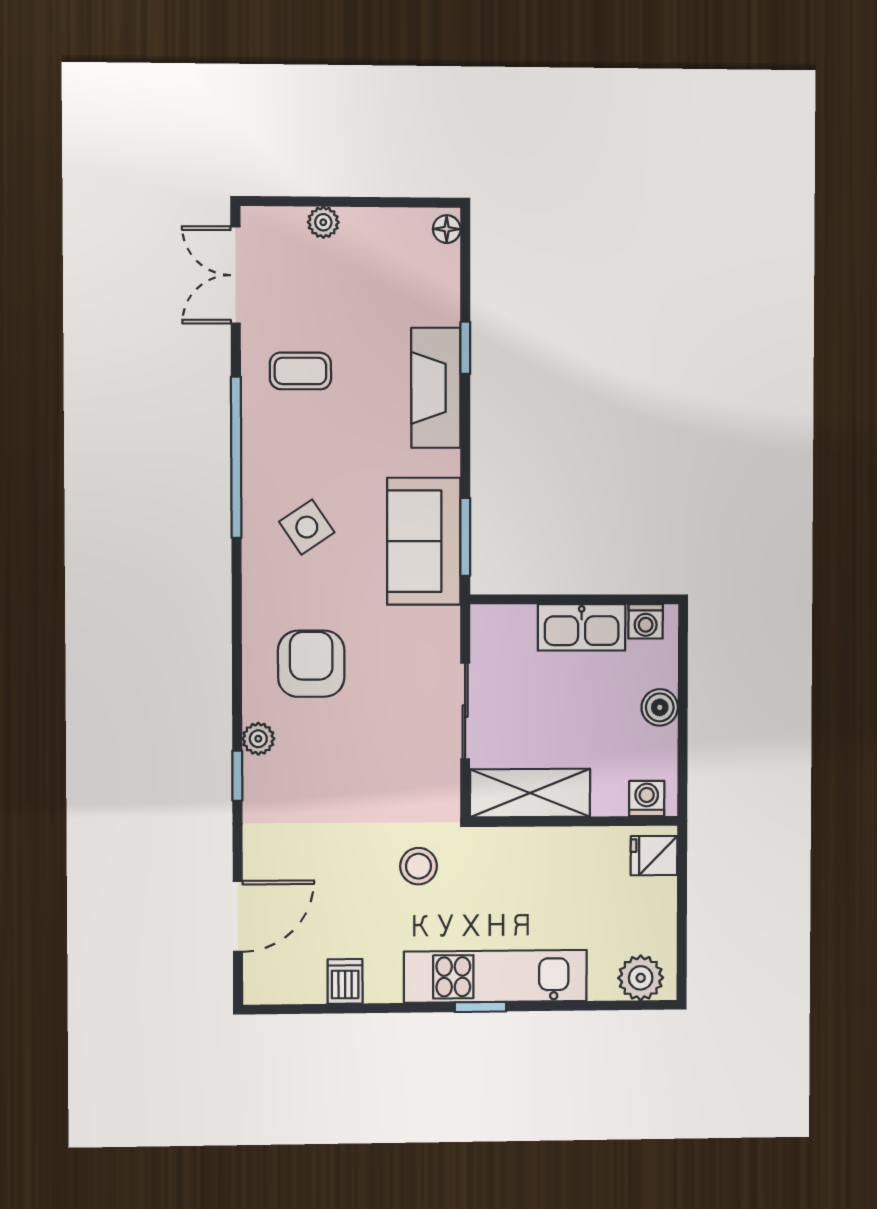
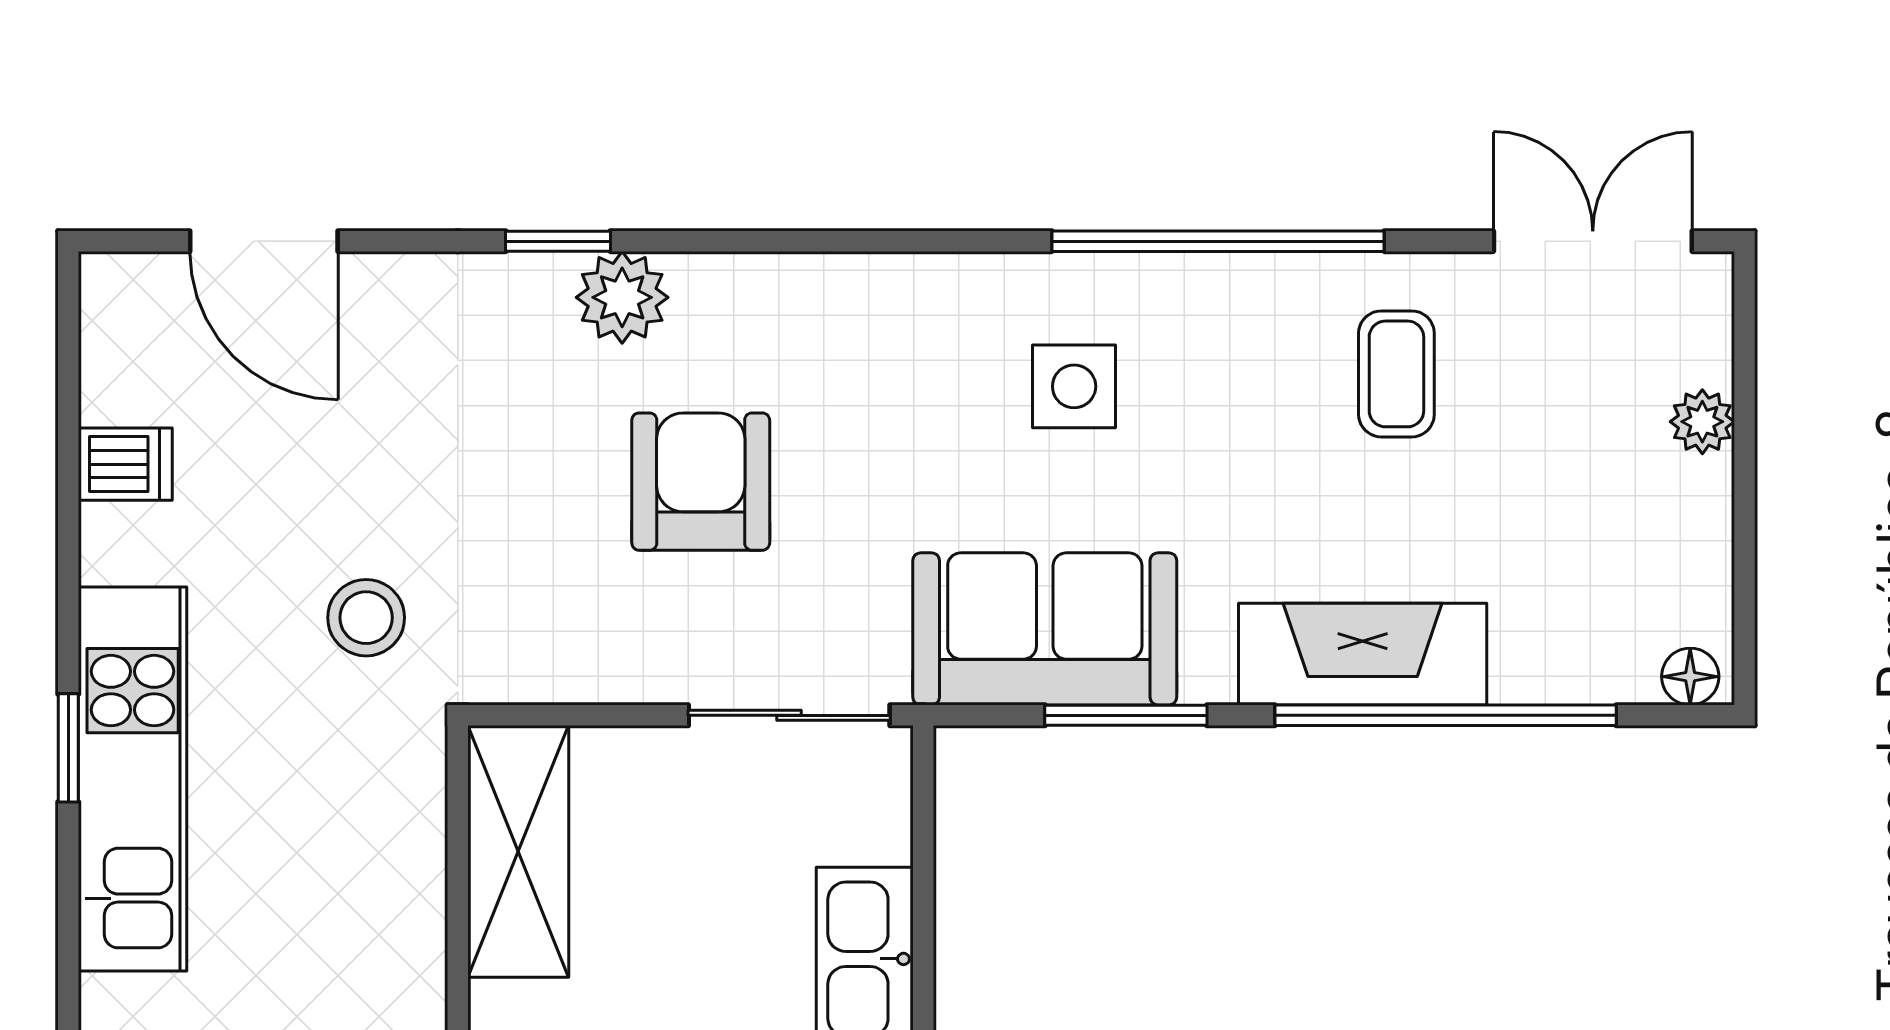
window: (465, 348) -> (1446, 715), width x3.17
side table: (307, 527) -> (1074, 386), turned 34
window: (465, 537) -> (1126, 715), moved
armchair: (311, 664) -> (701, 482), moved, turned -90
sliding door: (465, 711) -> (789, 715), moved
plant: (258, 739) -> (622, 297), width x1.38, depth x1.38

